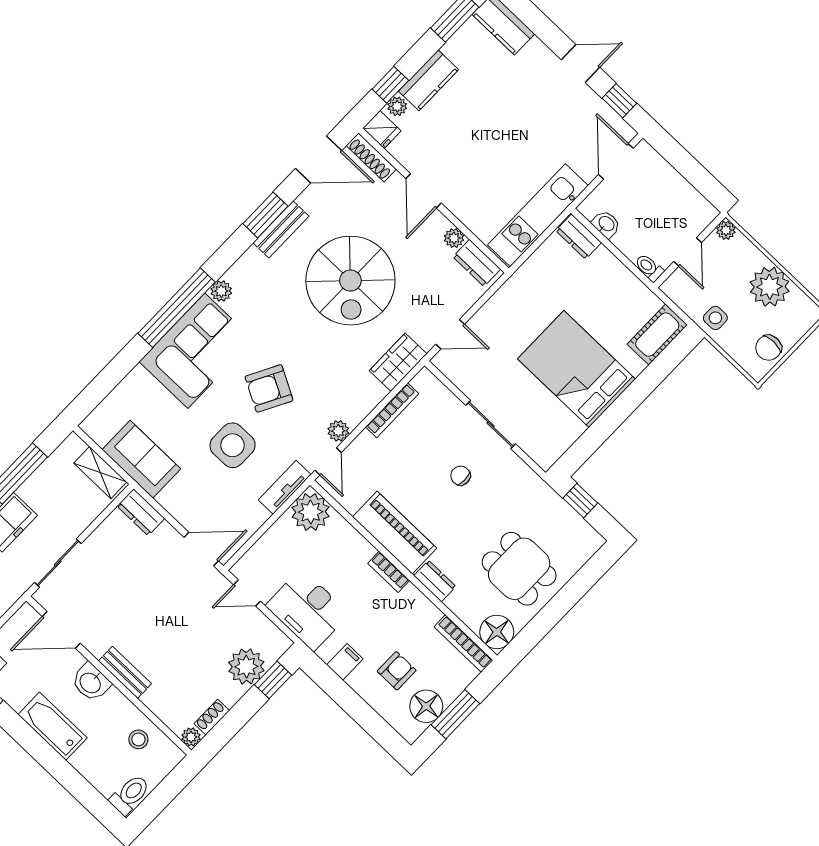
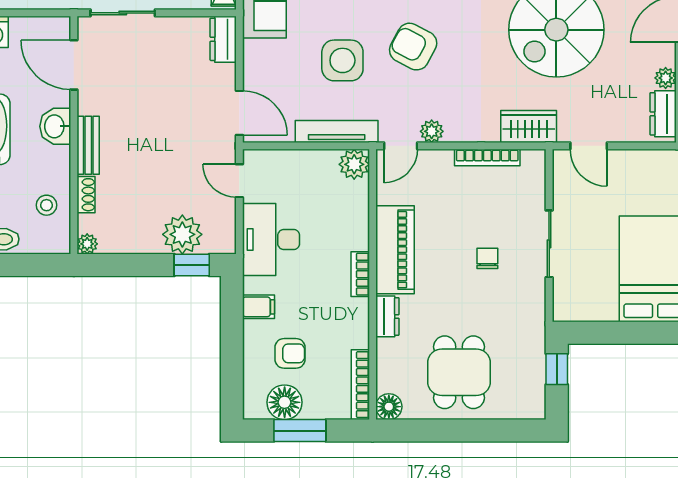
tv unit: (285, 487) -> (337, 132), width x1.41
plant: (311, 512) -> (354, 164), width x0.73, depth x0.73
floor lamp: (497, 632) -> (389, 407), width x0.73, depth x0.73
shoe rack: (212, 717) -> (86, 195), moved, turned 90

